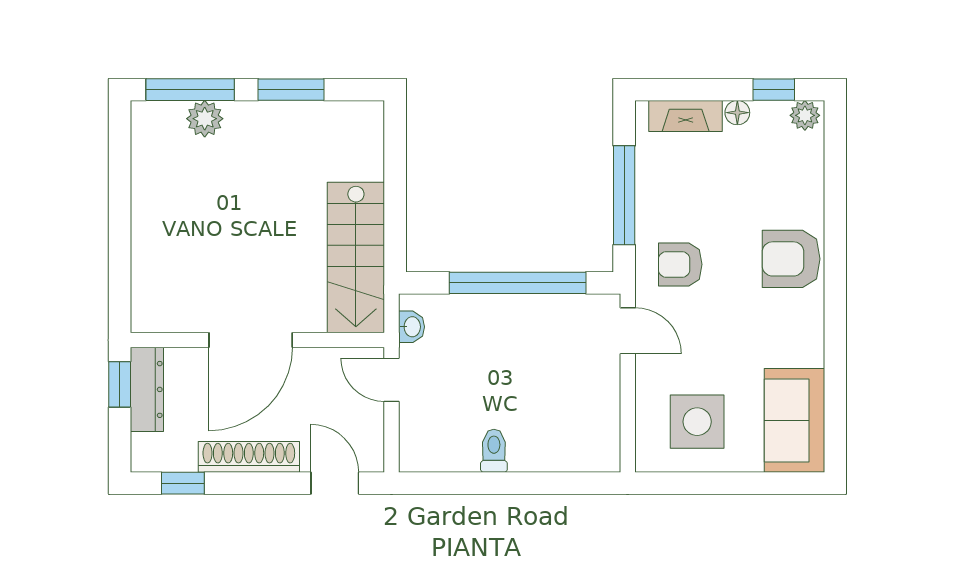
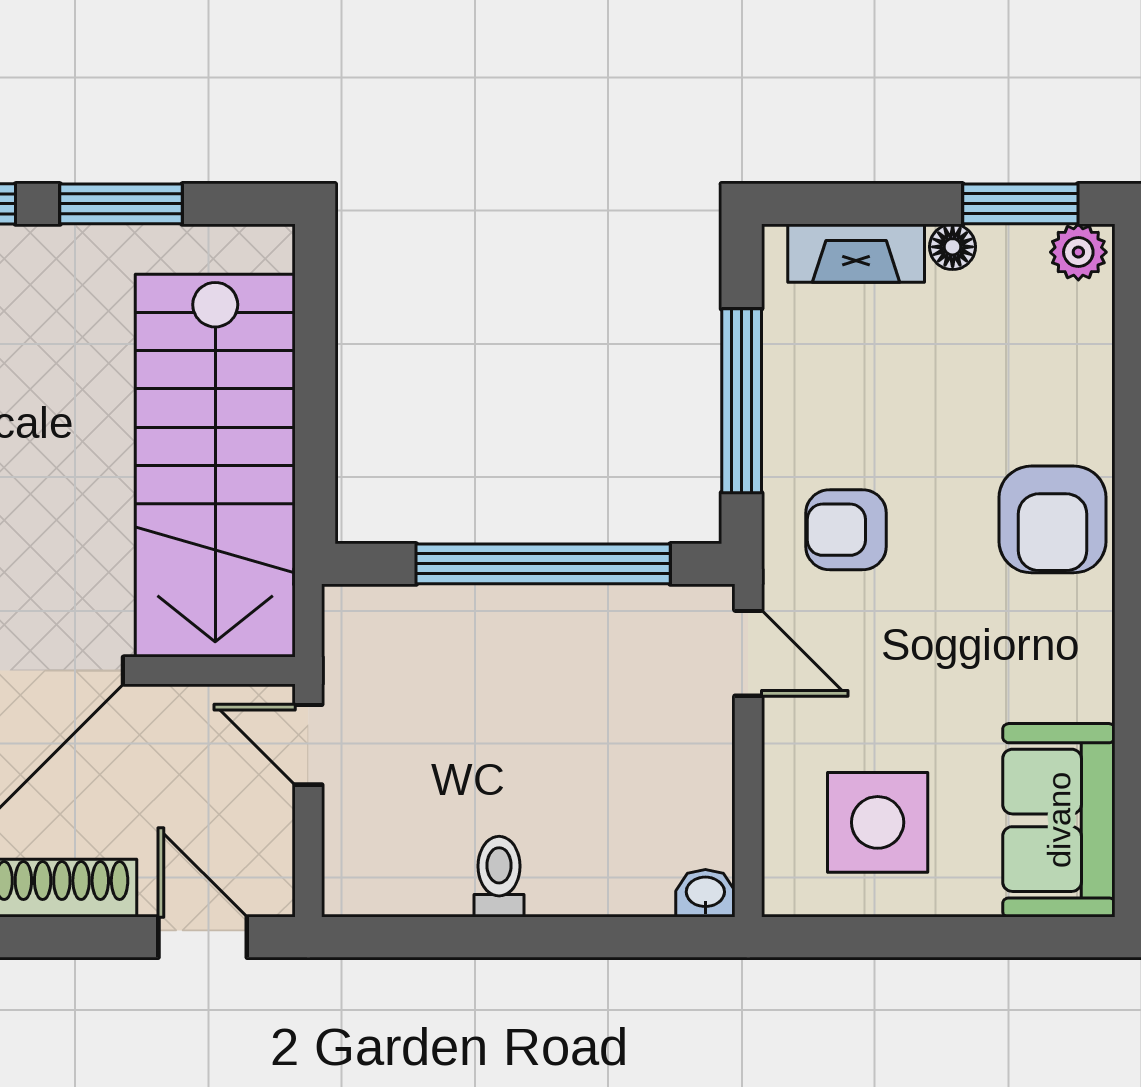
window: (774, 90) -> (1020, 204), width x1.50
stairs: (356, 257) -> (215, 466), width x1.36, depth x1.51
armchair: (791, 259) -> (1053, 519), turned -90
washbasin: (412, 327) -> (705, 893), moved, turned -90

